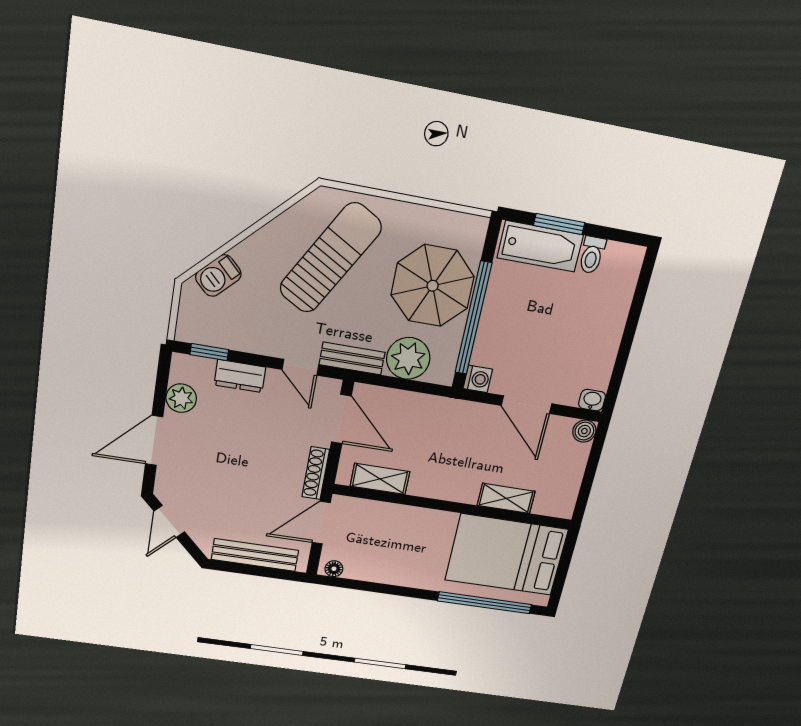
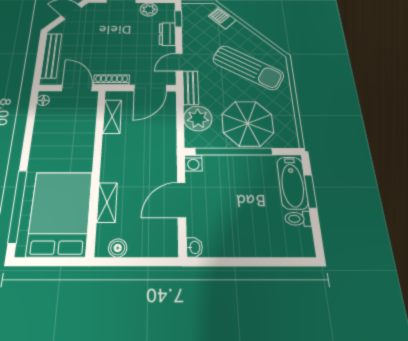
boiler: (584, 431) -> (118, 248), moved

